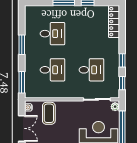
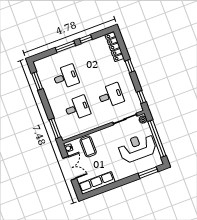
window: (22, 45) -> (37, 81), moved
window: (122, 60) -> (130, 66), moved

